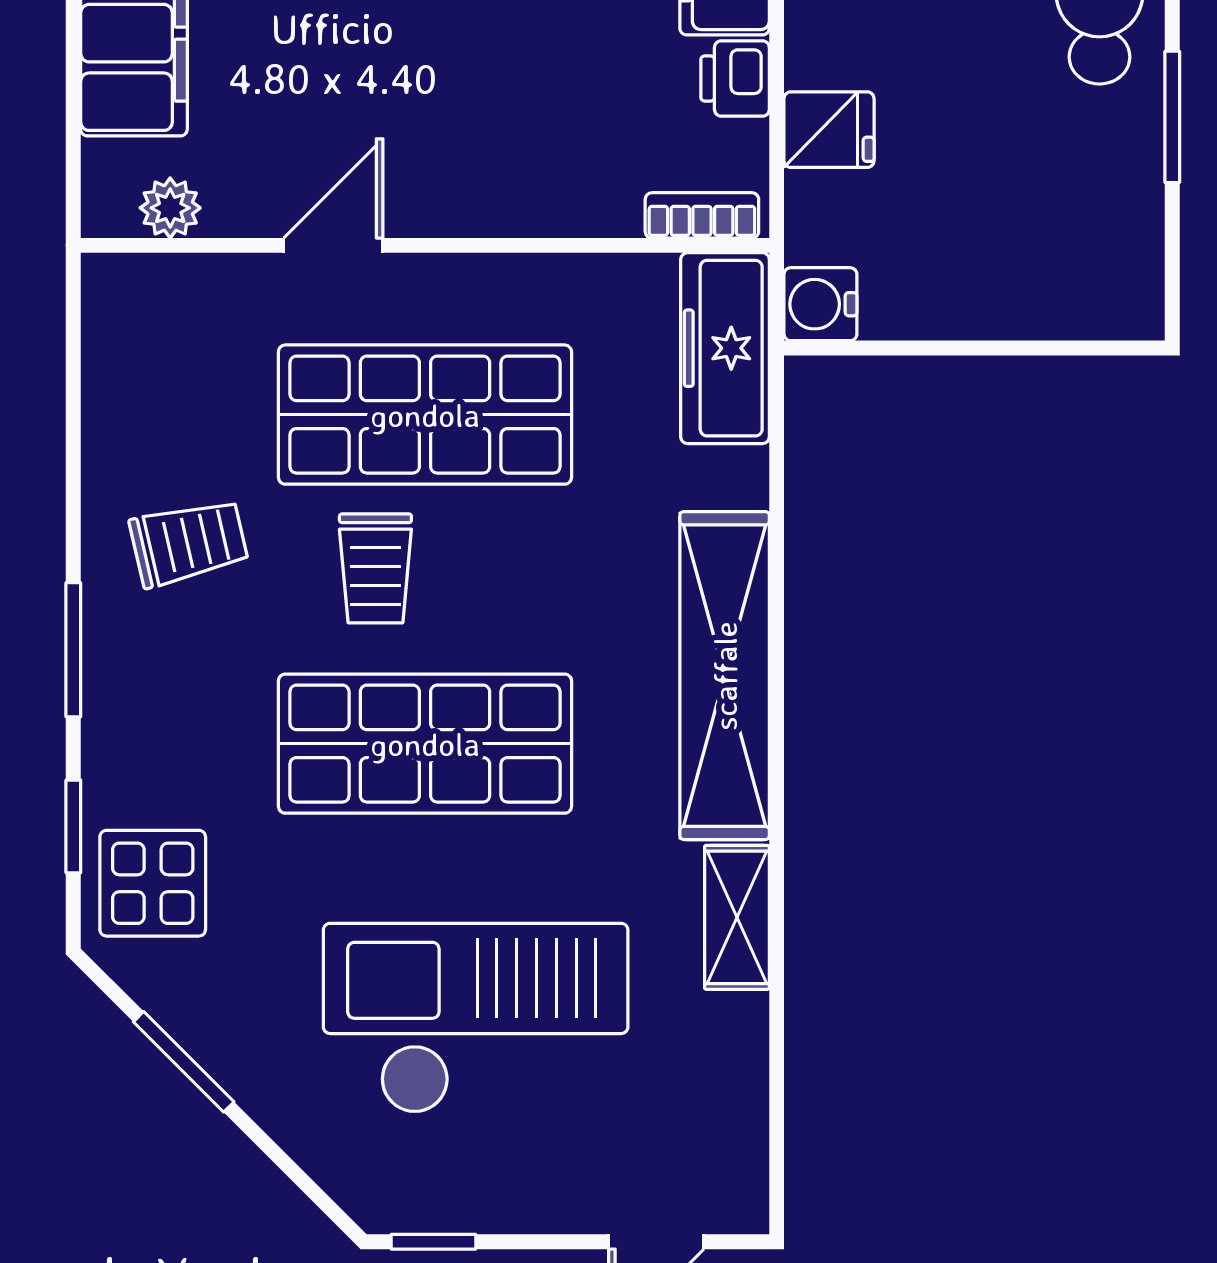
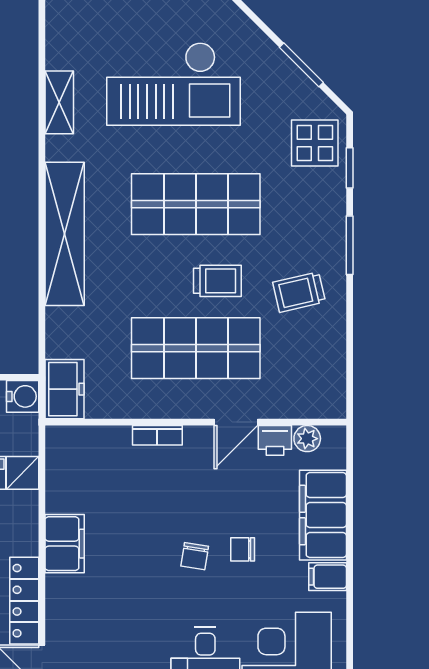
printer: (735, 78) -> (275, 440), moved, turned 90
bookcase: (702, 215) -> (157, 435), moved
freezer: (725, 348) -> (64, 389), width x0.71
trolley: (375, 568) -> (217, 281), turned 90
shelving: (737, 917) -> (59, 102), moved

